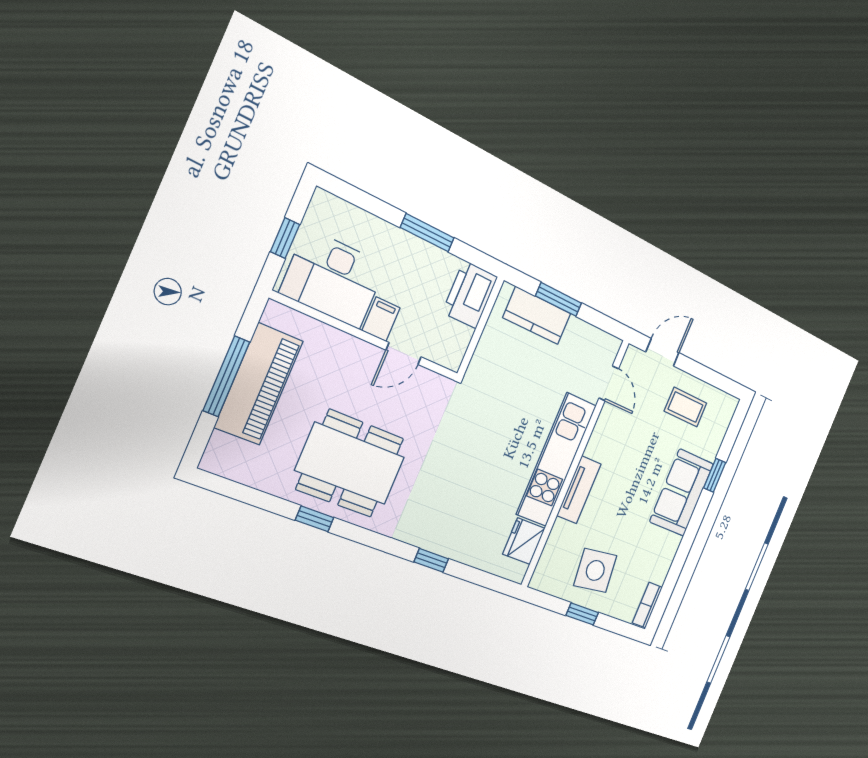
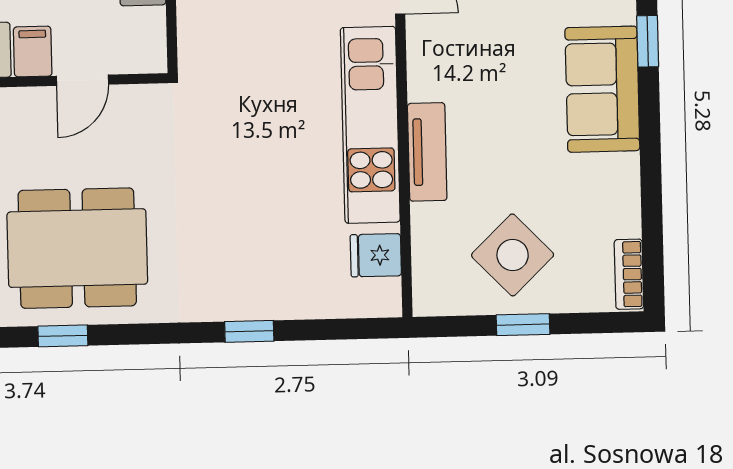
fridge: (524, 541) -> (376, 255), width x0.72
side table: (595, 570) -> (513, 255), turned -37

